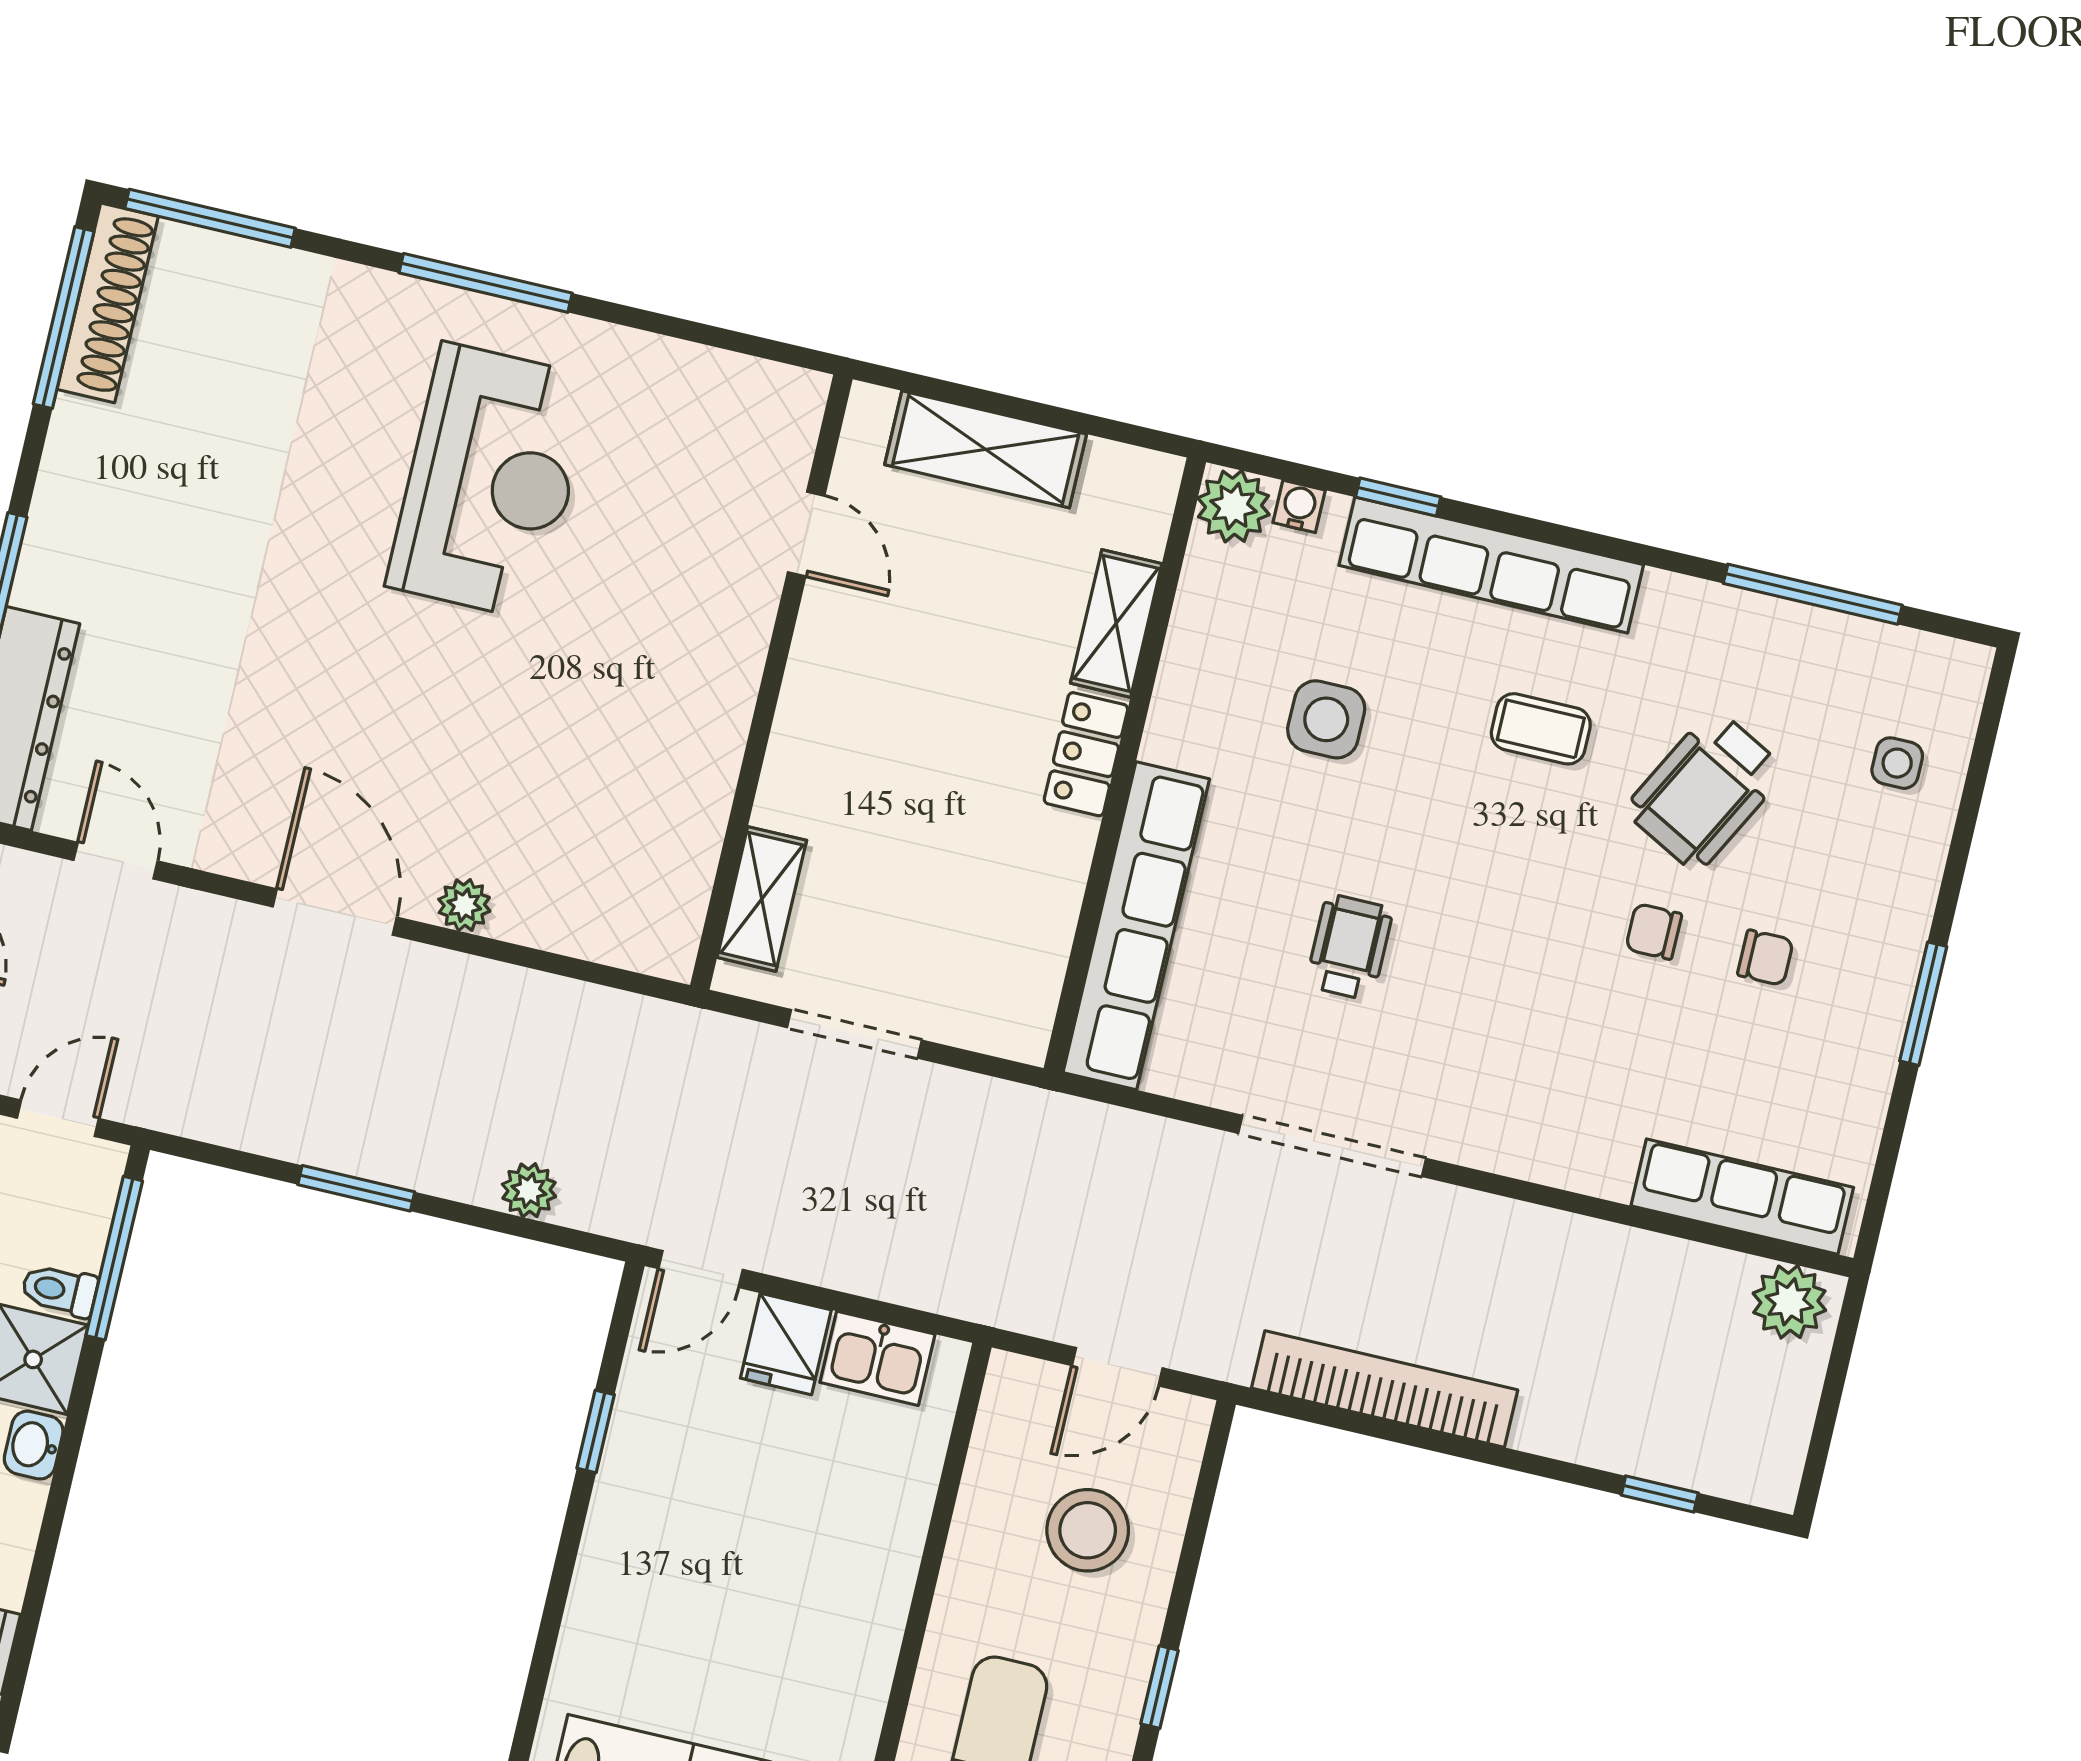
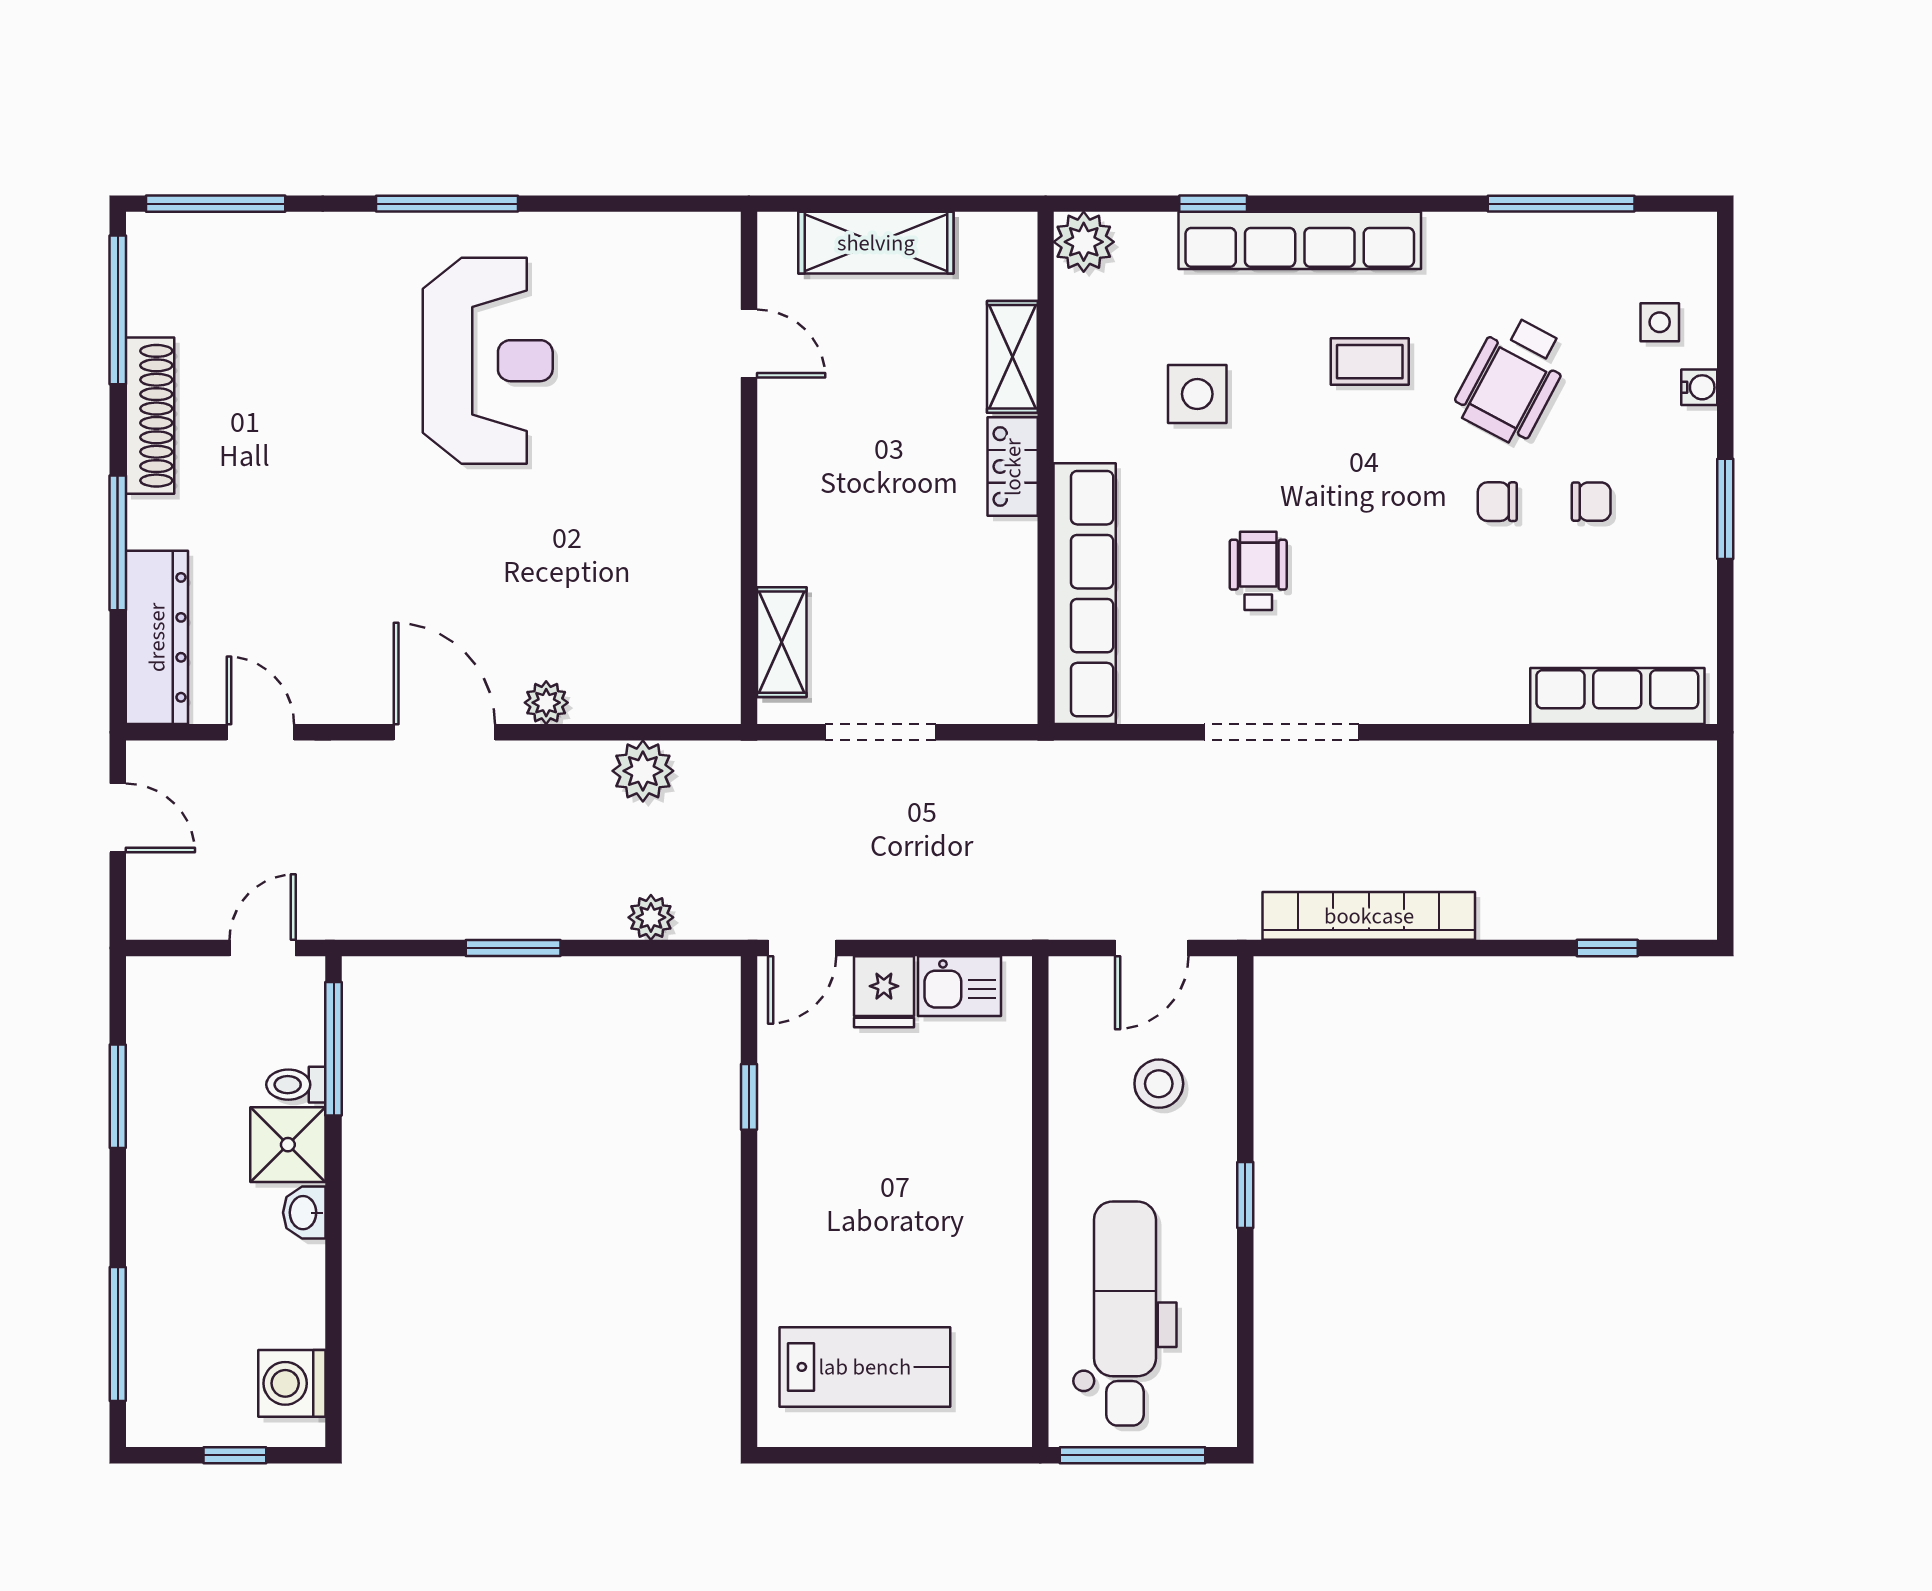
shoe rack: (108, 303) -> (150, 416), moved
water cooler: (1299, 506) -> (1699, 387), moved, turned 90
plant: (1789, 1302) -> (643, 771), moved
stool: (1088, 1530) -> (1159, 1084), width x0.73, depth x0.73

